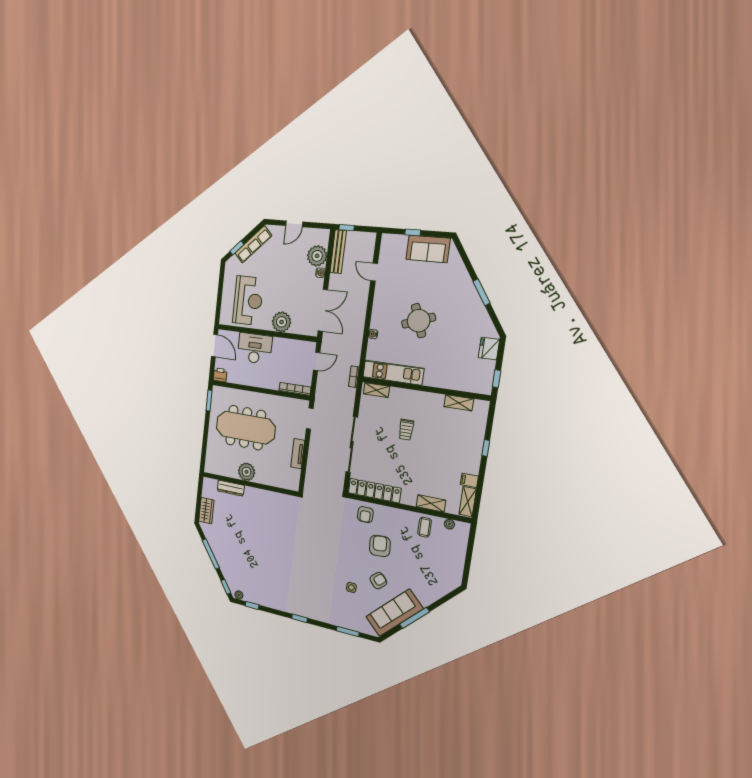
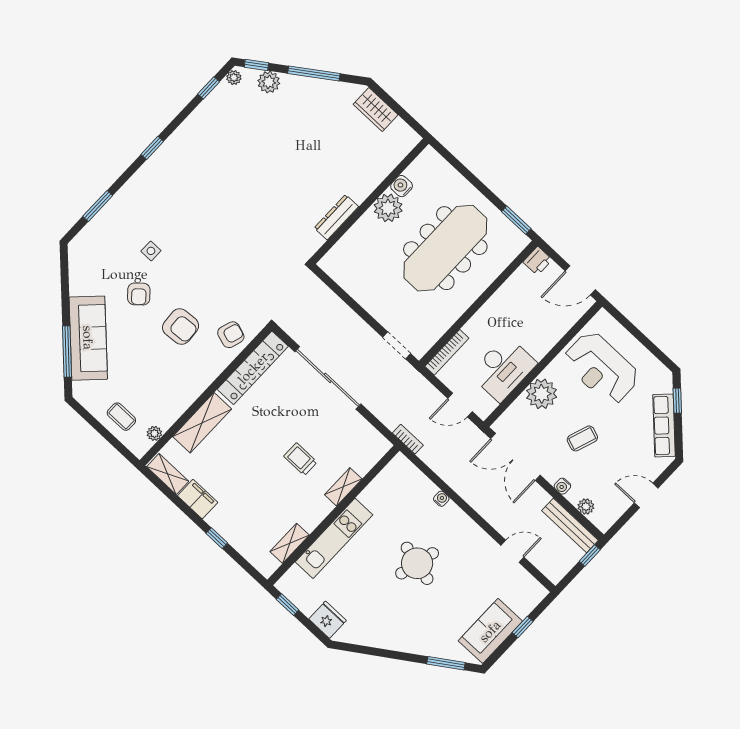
door: (294, 224) -> (646, 495), hinge flipped
plant: (317, 256) -> (586, 506), width x0.53, depth x0.53
coffee table: (289, 282) -> (582, 438), added
window: (482, 292) -> (446, 663), moved
round table: (419, 321) -> (417, 563), turned 34
desk: (255, 348) -> (503, 369), moved
door: (317, 361) -> (460, 405), hinge flipped
kitchen unit: (393, 373) -> (334, 538), moved
shelving: (376, 390) -> (343, 487), moved
tv unit: (298, 454) -> (364, 298), removed
water cooler: (232, 472) -> (402, 186), added
filing cabinet: (469, 480) -> (198, 499), width x2.00
dresser: (231, 488) -> (336, 217), moved
shelving: (431, 503) -> (202, 423), width x1.50, depth x1.33
armchair: (365, 515) -> (231, 335), turned 108
coffee table: (425, 527) -> (121, 417), moved
plant: (229, 575) -> (269, 82), added
sofa: (394, 613) -> (88, 338), moved
window: (414, 618) -> (67, 352), moved

